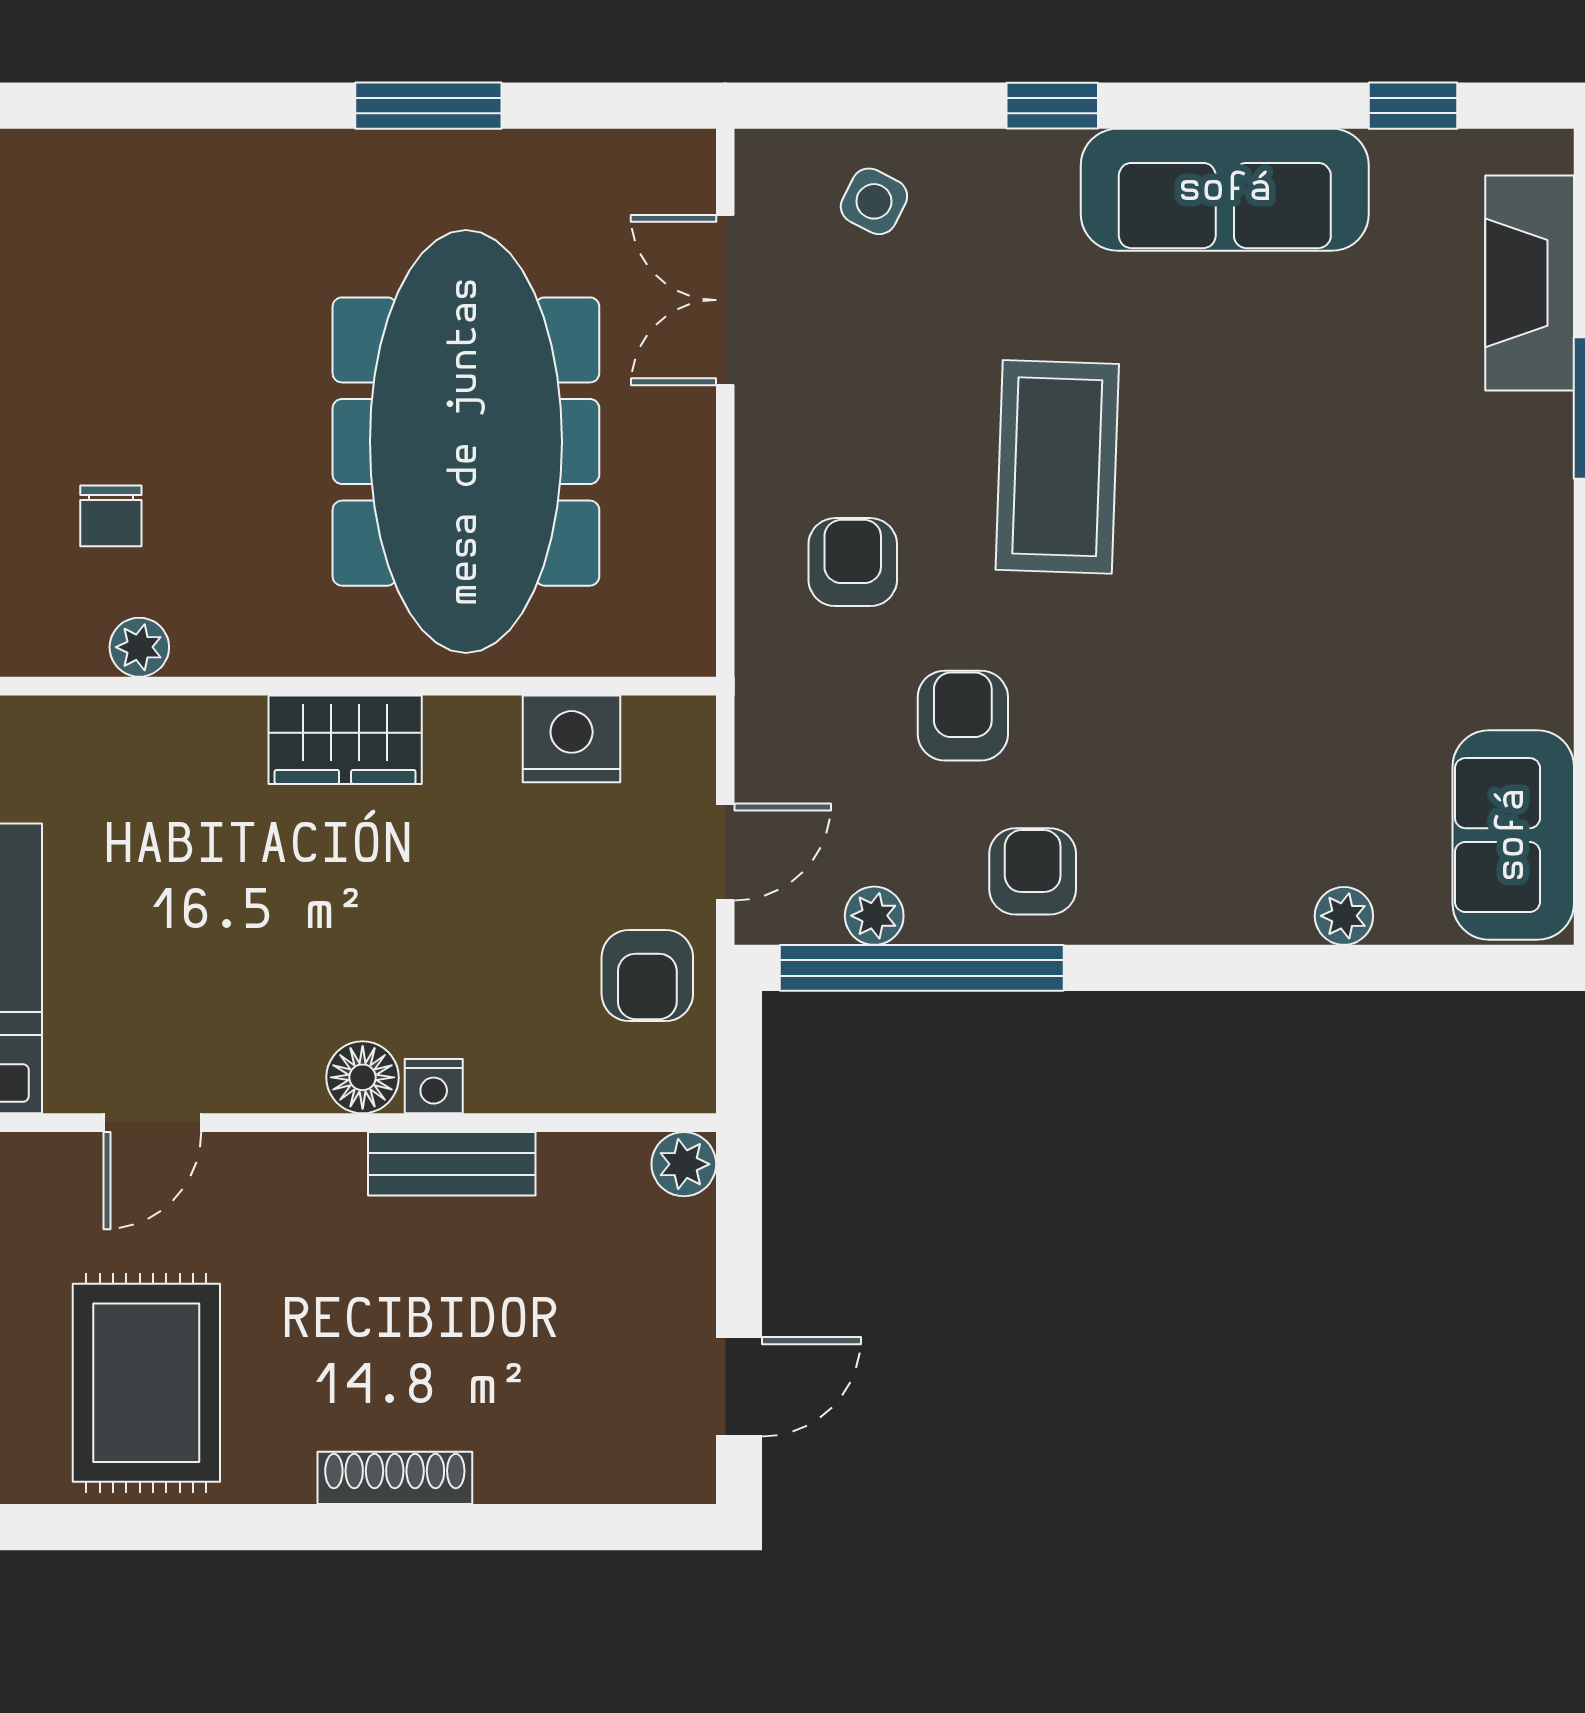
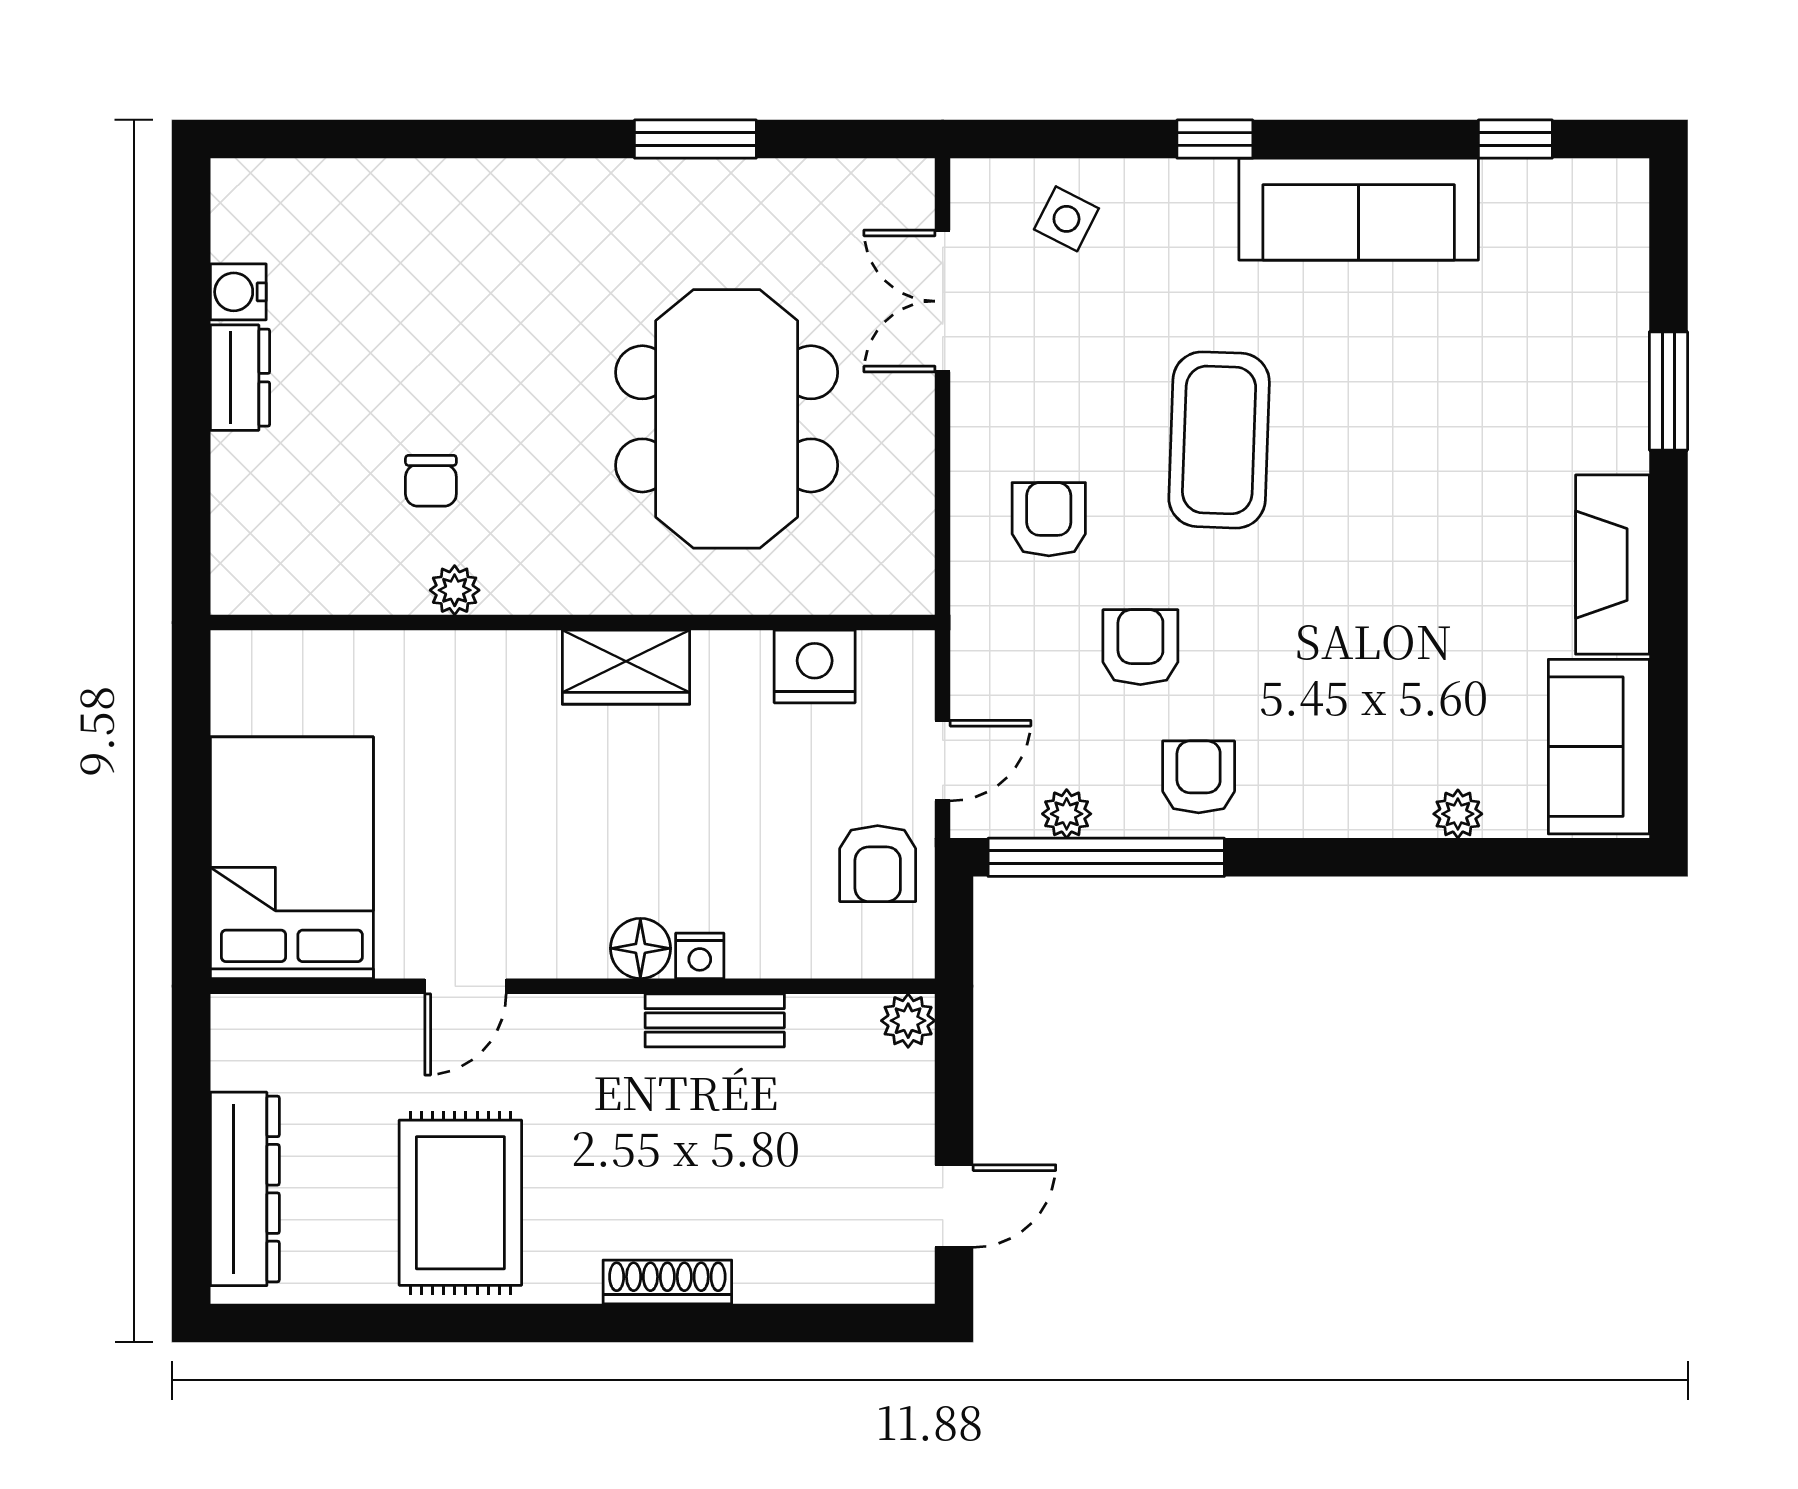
fireplace: (1530, 283) -> (1612, 565), moved
meeting table: (466, 442) -> (727, 419), width x0.73

